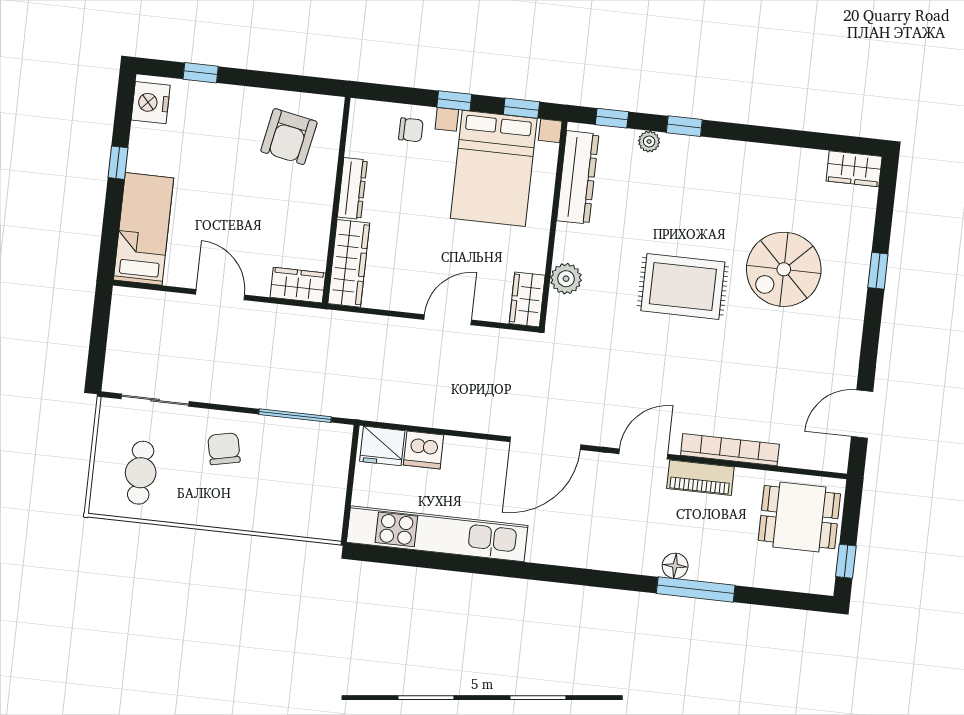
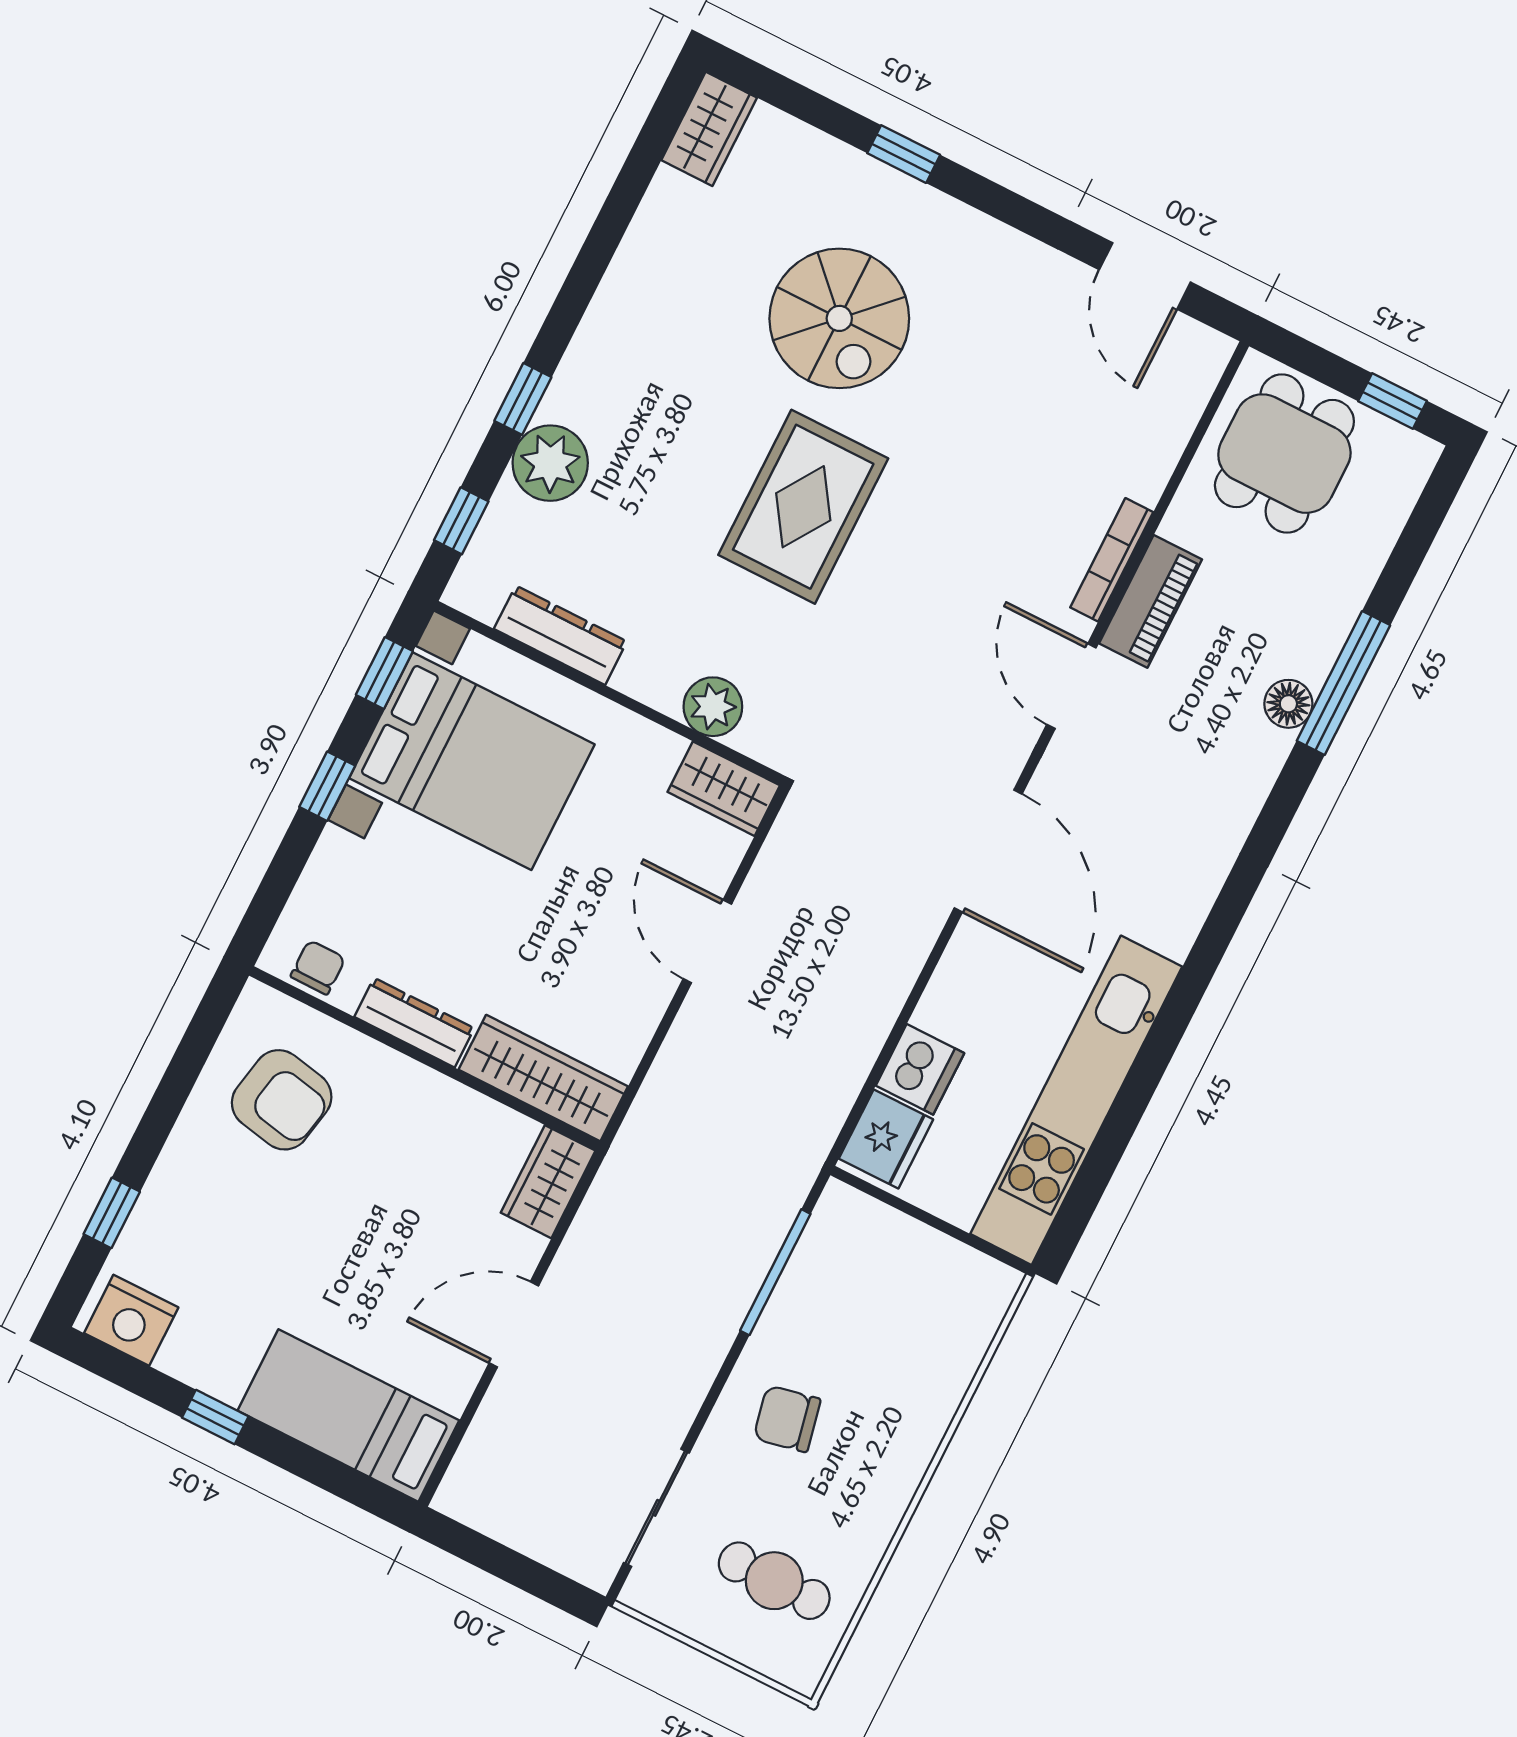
chair: (411, 130) -> (318, 967), moved
plant: (649, 141) -> (550, 463), width x1.88, depth x1.88
dresser: (578, 177) -> (560, 635), width x0.73, depth x0.80
bookcase: (730, 450) -> (1112, 560), width x0.68, depth x0.76

